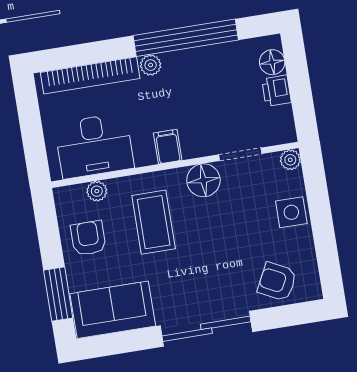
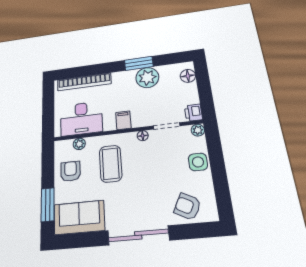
window: (186, 38) -> (139, 63), width x0.47
plant: (151, 65) -> (147, 78), moved, width x1.88, depth x1.88
printer: (277, 91) -> (193, 113), moved
floor lamp: (203, 180) -> (143, 136), width x0.53, depth x0.53

